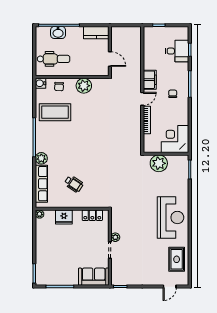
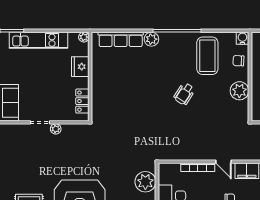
wheelchair: (74, 184) -> (184, 94), moved
kitchen unit: (42, 251) -> (39, 40), added

